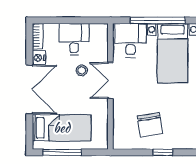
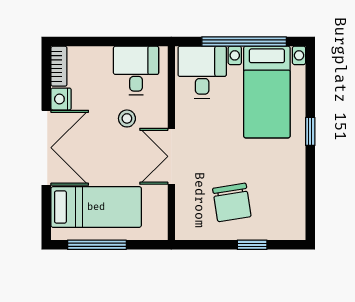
desk: (74, 39) -> (136, 71), moved
double door: (110, 80) -> (171, 156), moved

